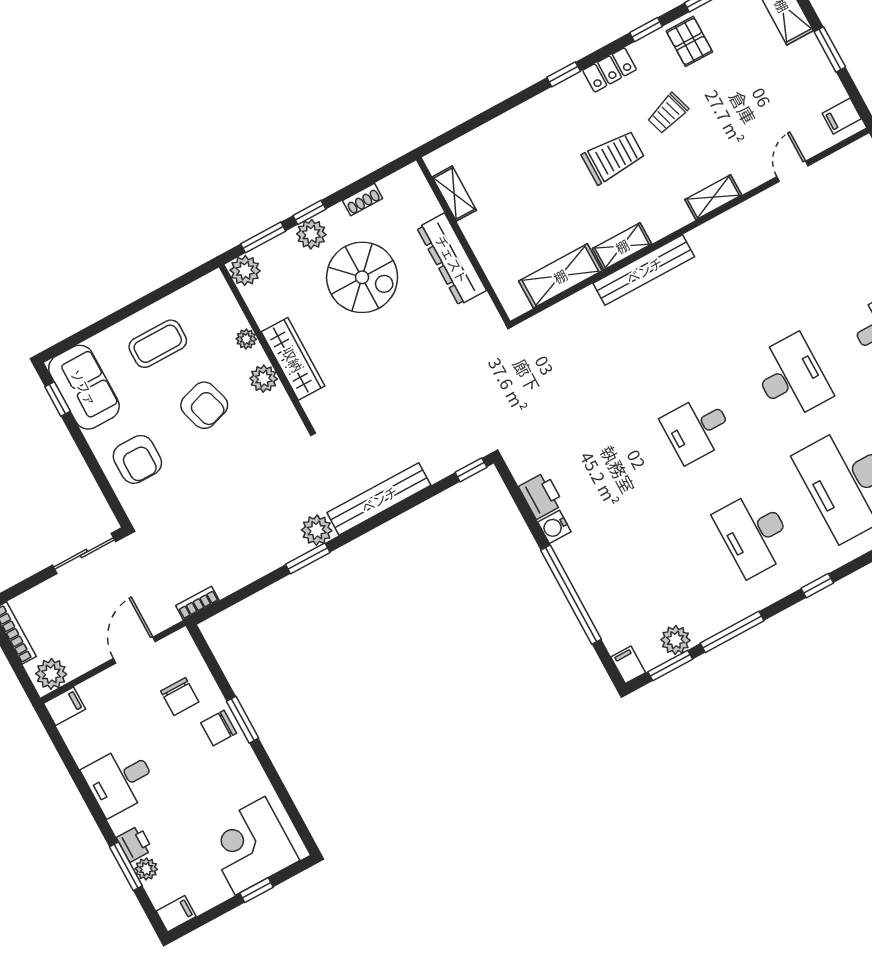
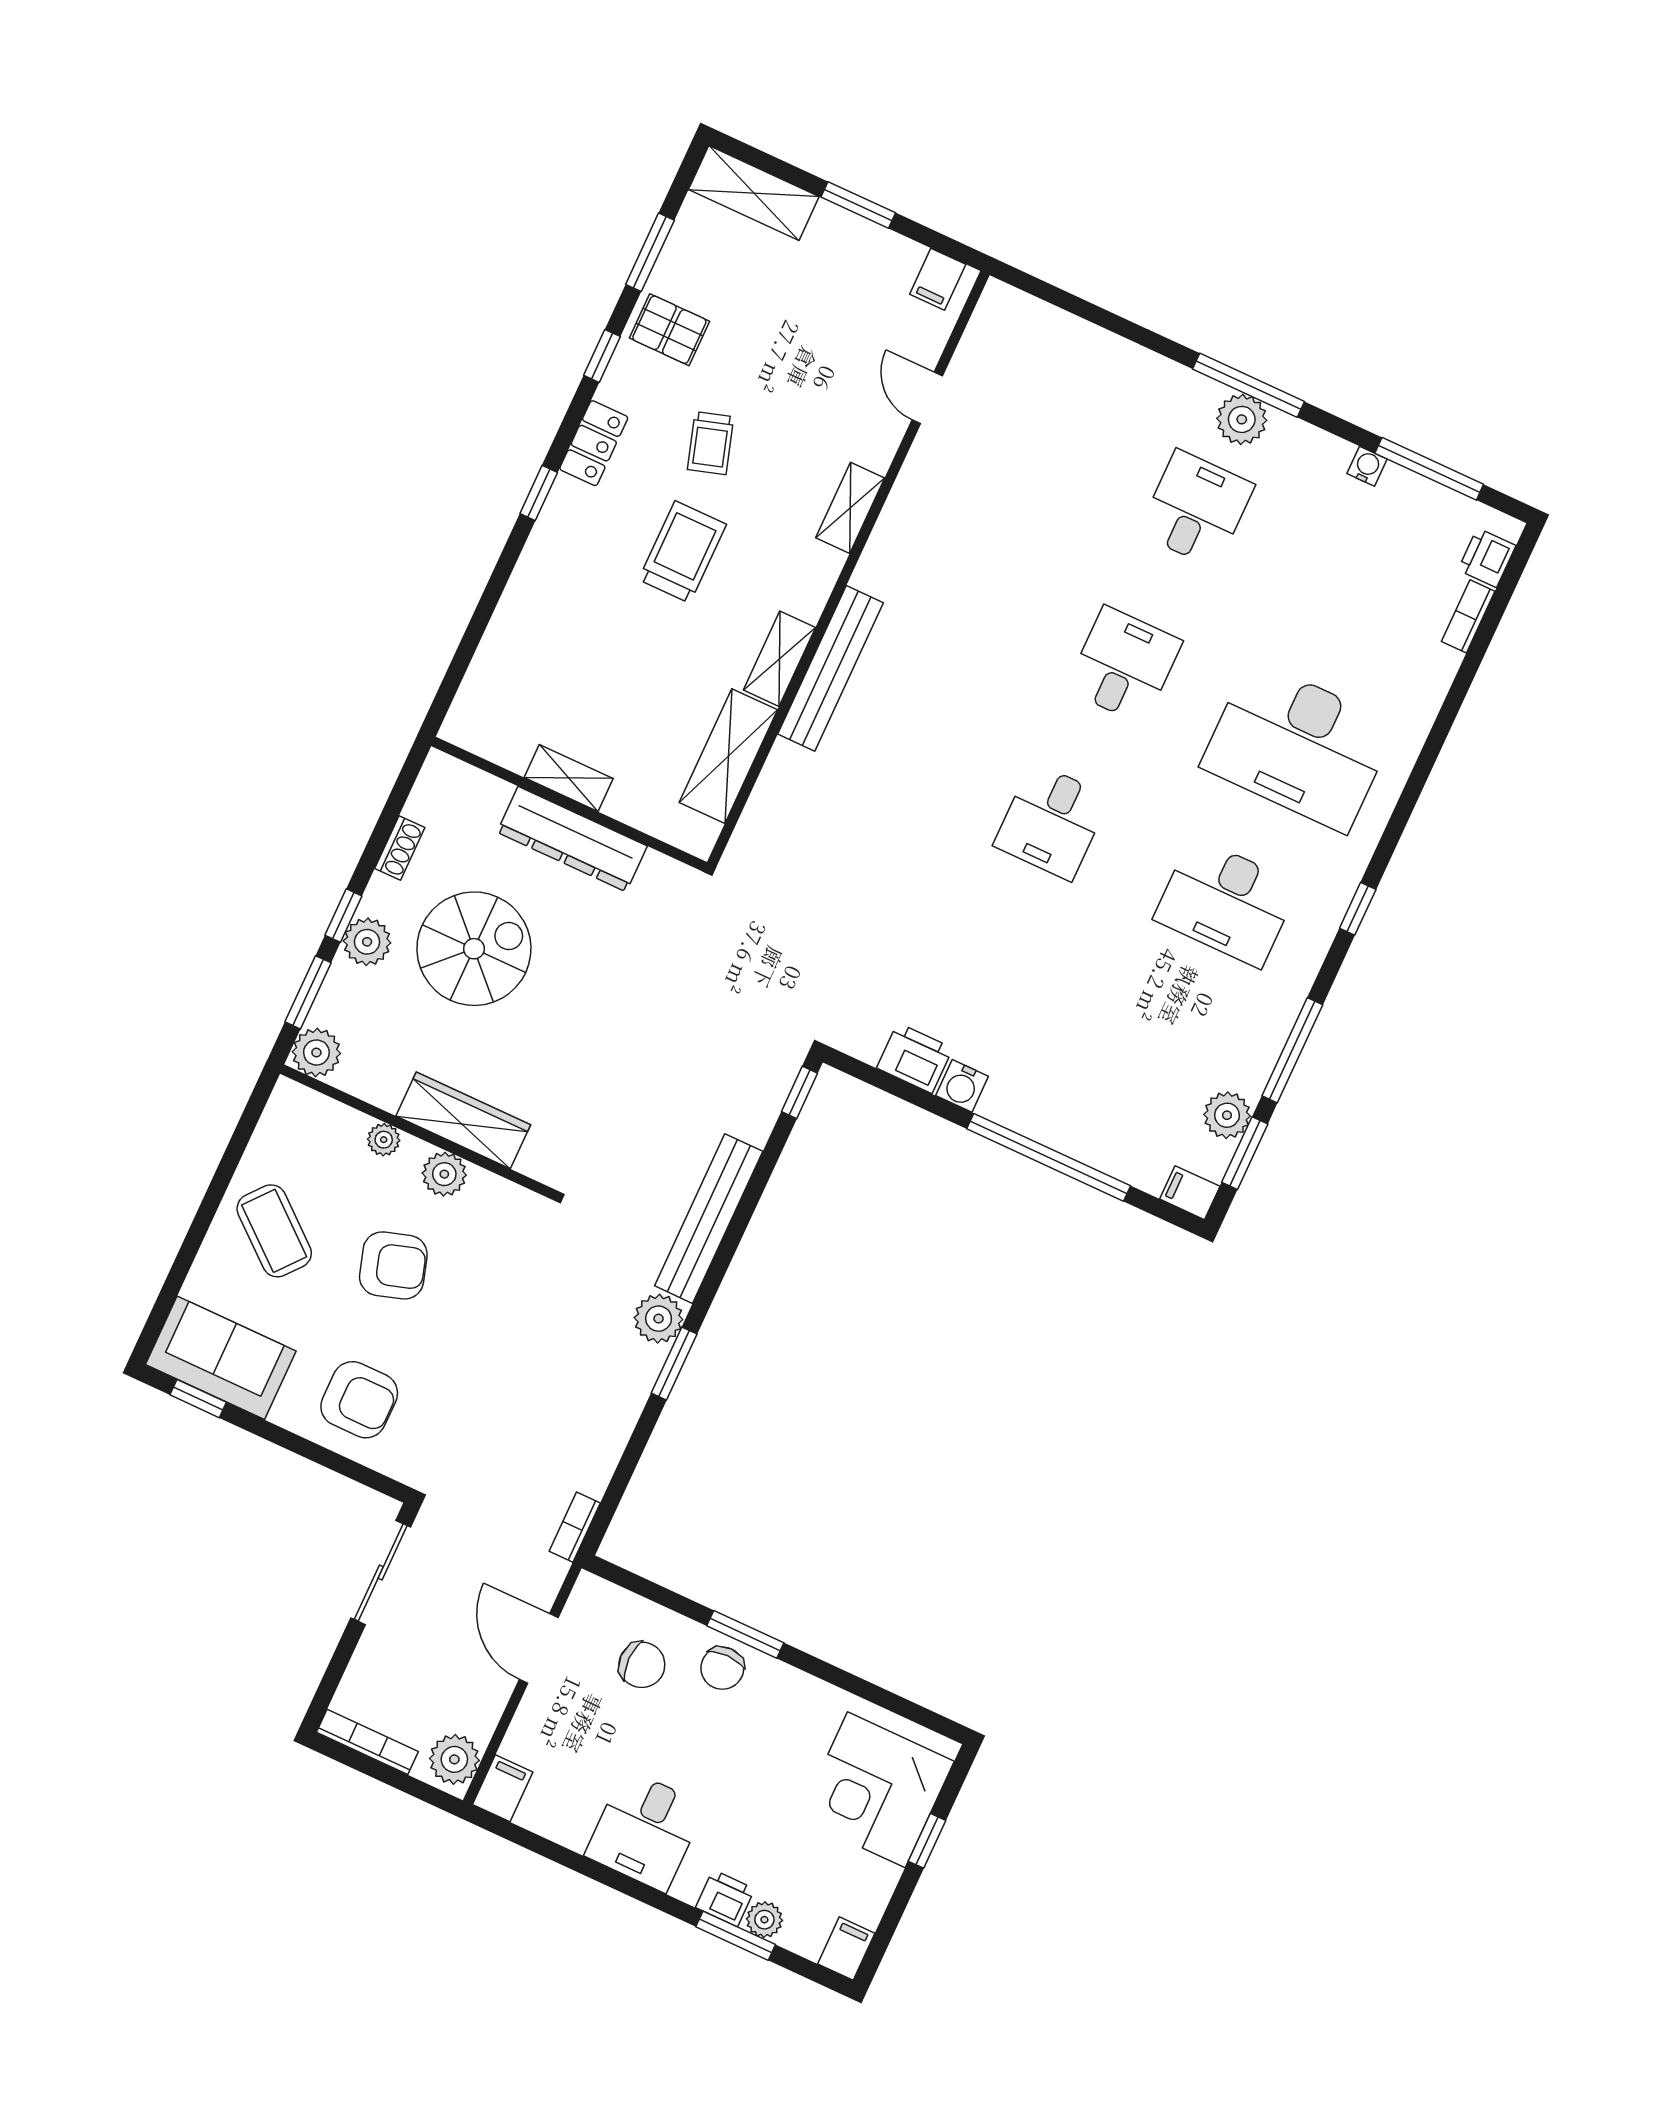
shelving: (454, 194) -> (569, 778), moved
coffee table: (158, 344) -> (274, 1231), turned -50
desk: (791, 377) -> (1124, 665), width x0.73

